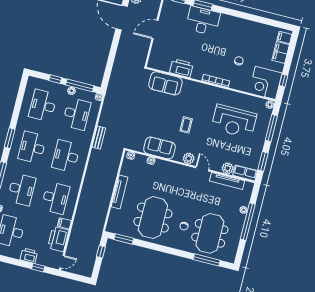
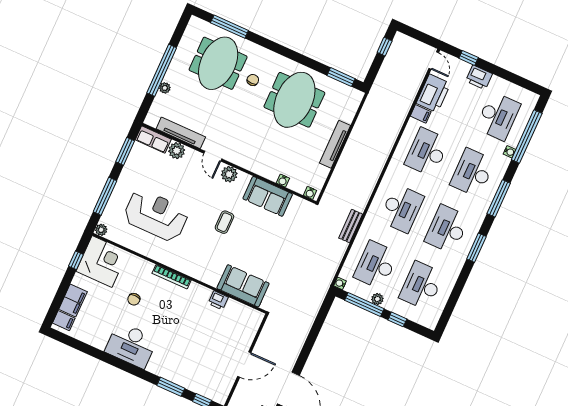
desk: (203, 21) -> (131, 345), moved
printer: (181, 68) -> (218, 300), width x0.53, depth x0.68
desk: (43, 105) -> (422, 286), turned 180
desk: (32, 147) -> (447, 229), turned 180
window: (101, 252) -> (385, 47), moved
door: (62, 262) -> (434, 61), swing flipped

